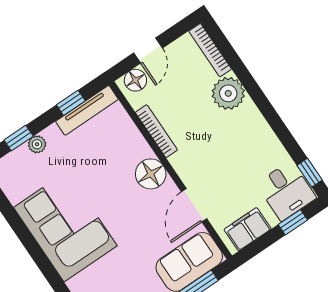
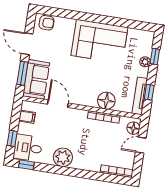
door: (148, 50) -> (141, 145), hinge flipped
plant: (228, 93) -> (63, 157), moved
floor lamp: (151, 174) -> (106, 101), moved
filing cabinet: (248, 229) -> (27, 117), width x0.50

